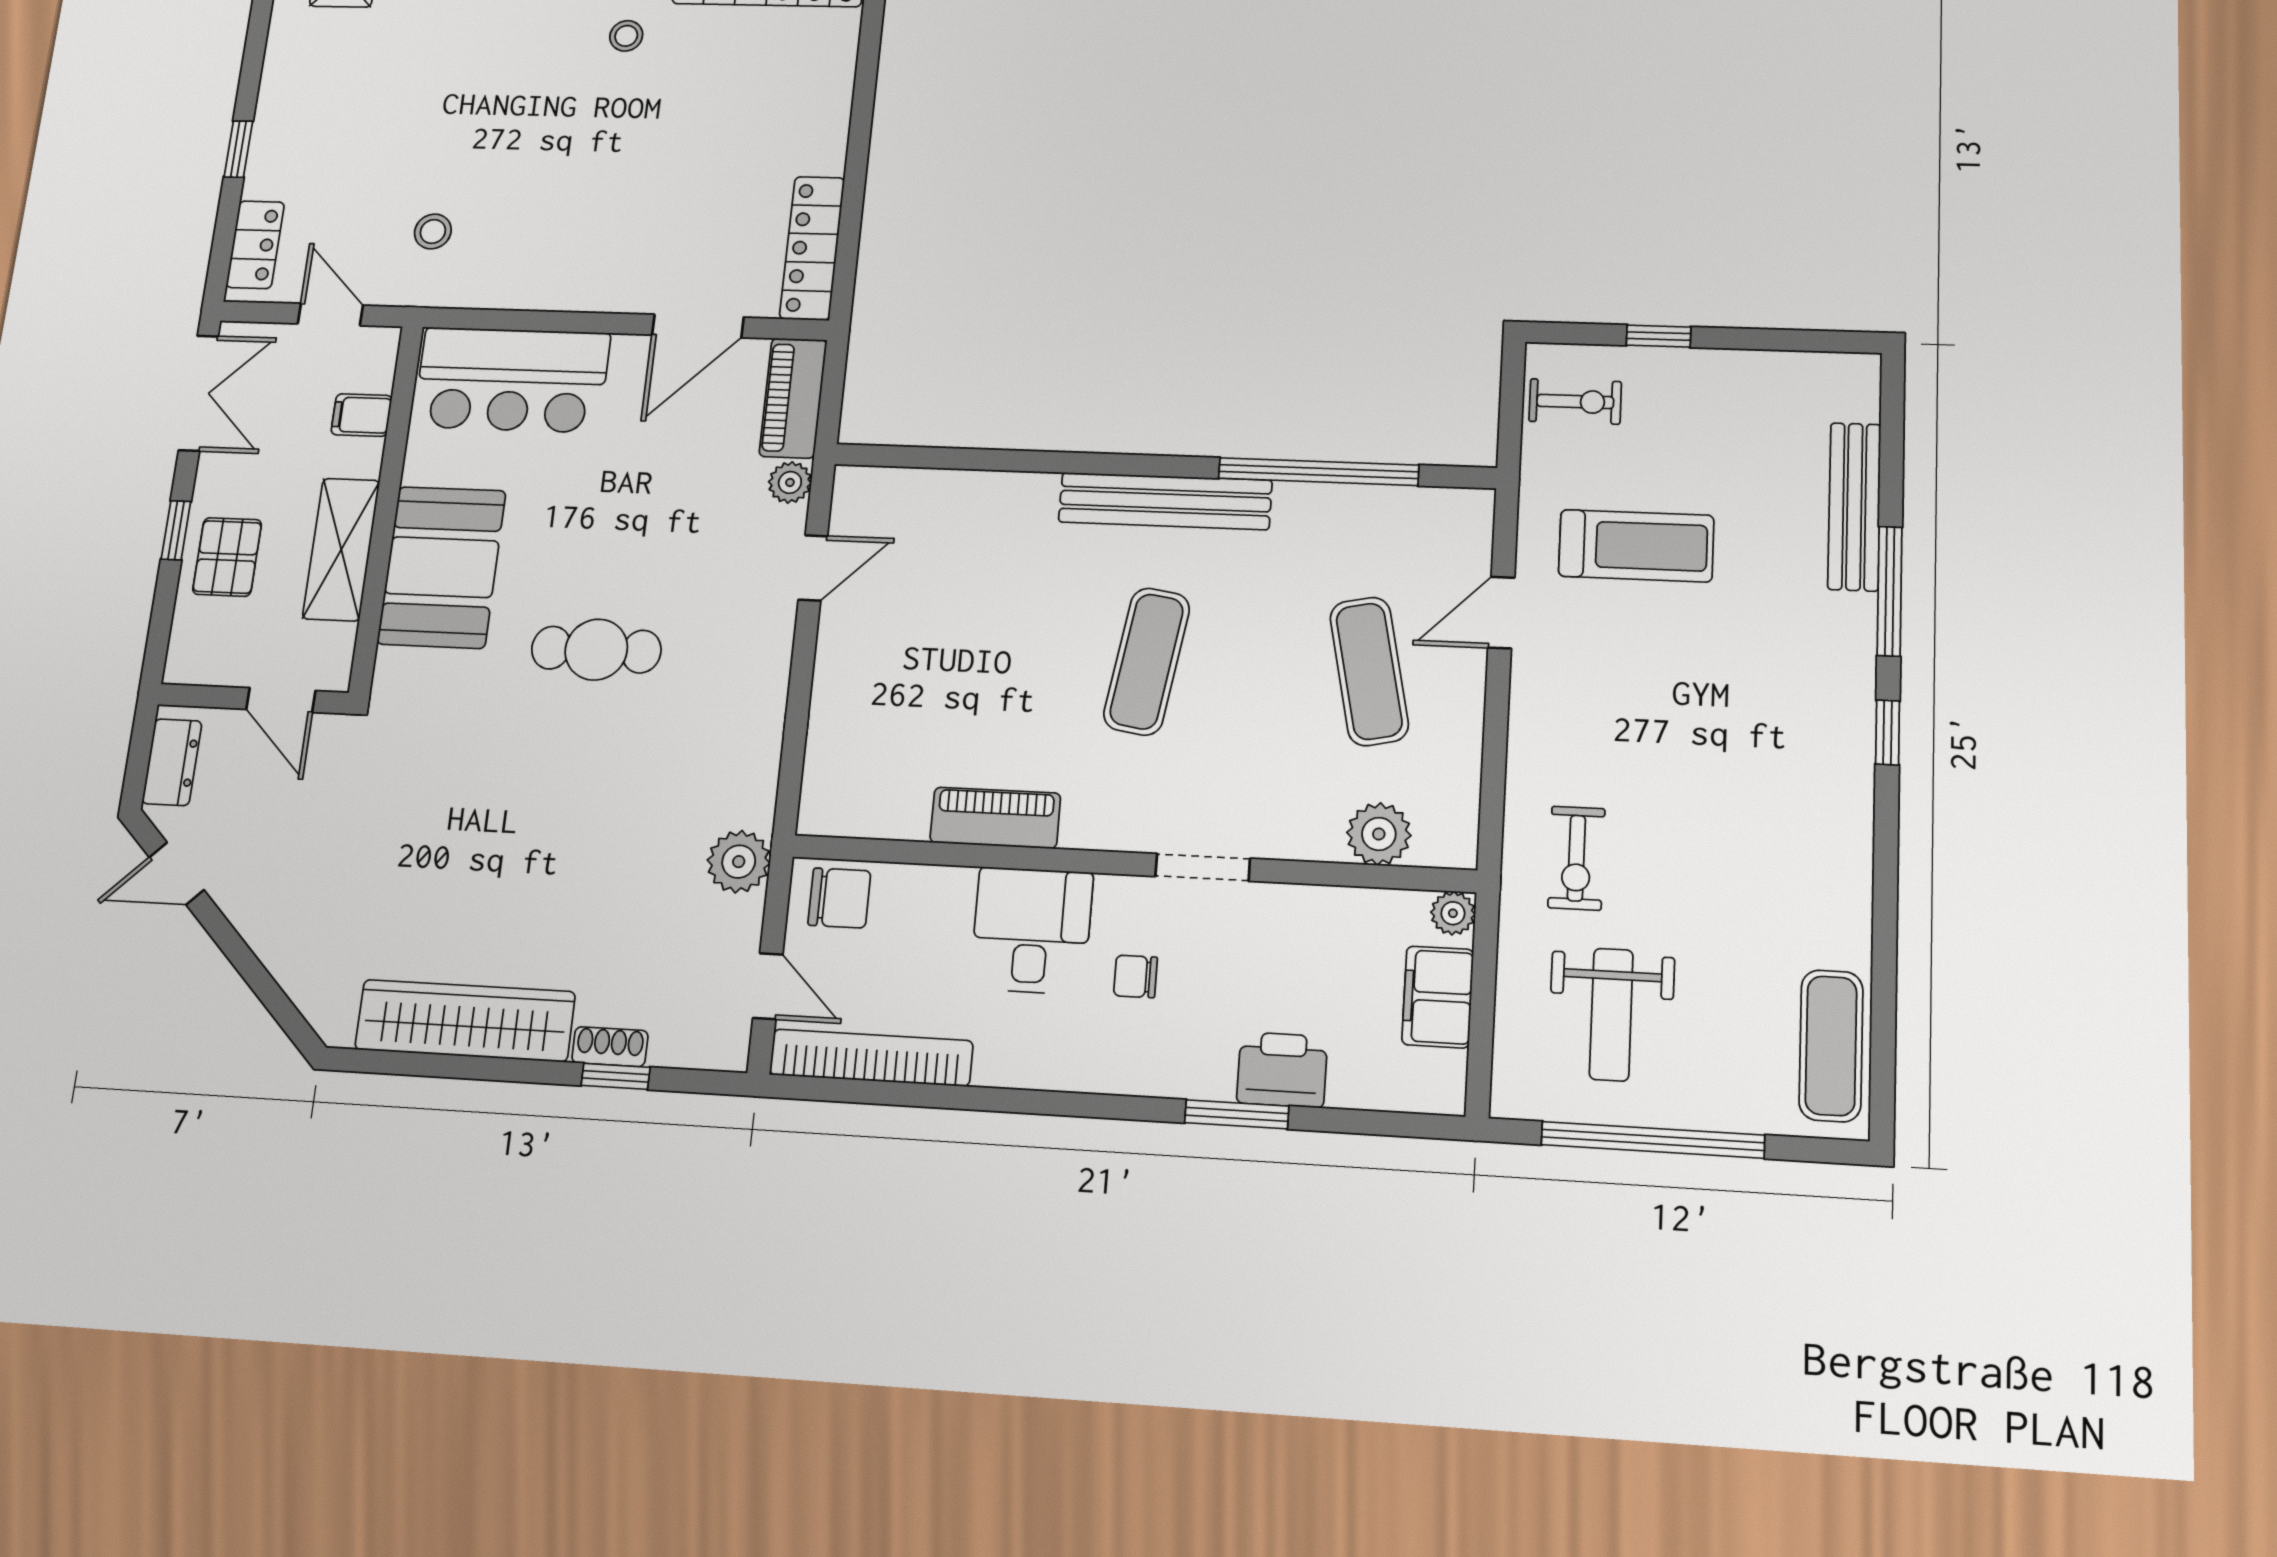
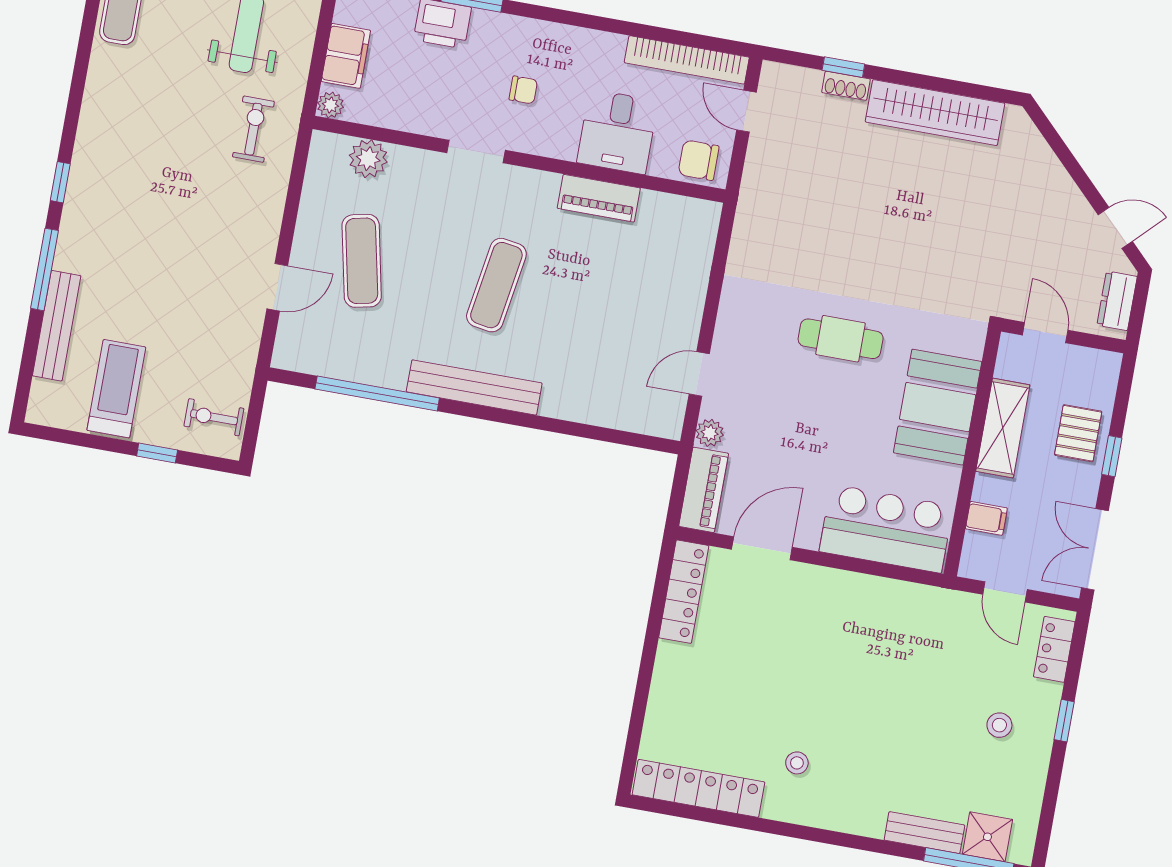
stool: (433, 231) -> (999, 725), moved
treadmill: (1636, 546) -> (116, 389), moved, turned 90
plant: (739, 862) -> (759, 191), removed
desk: (1032, 930) -> (617, 132), moved

